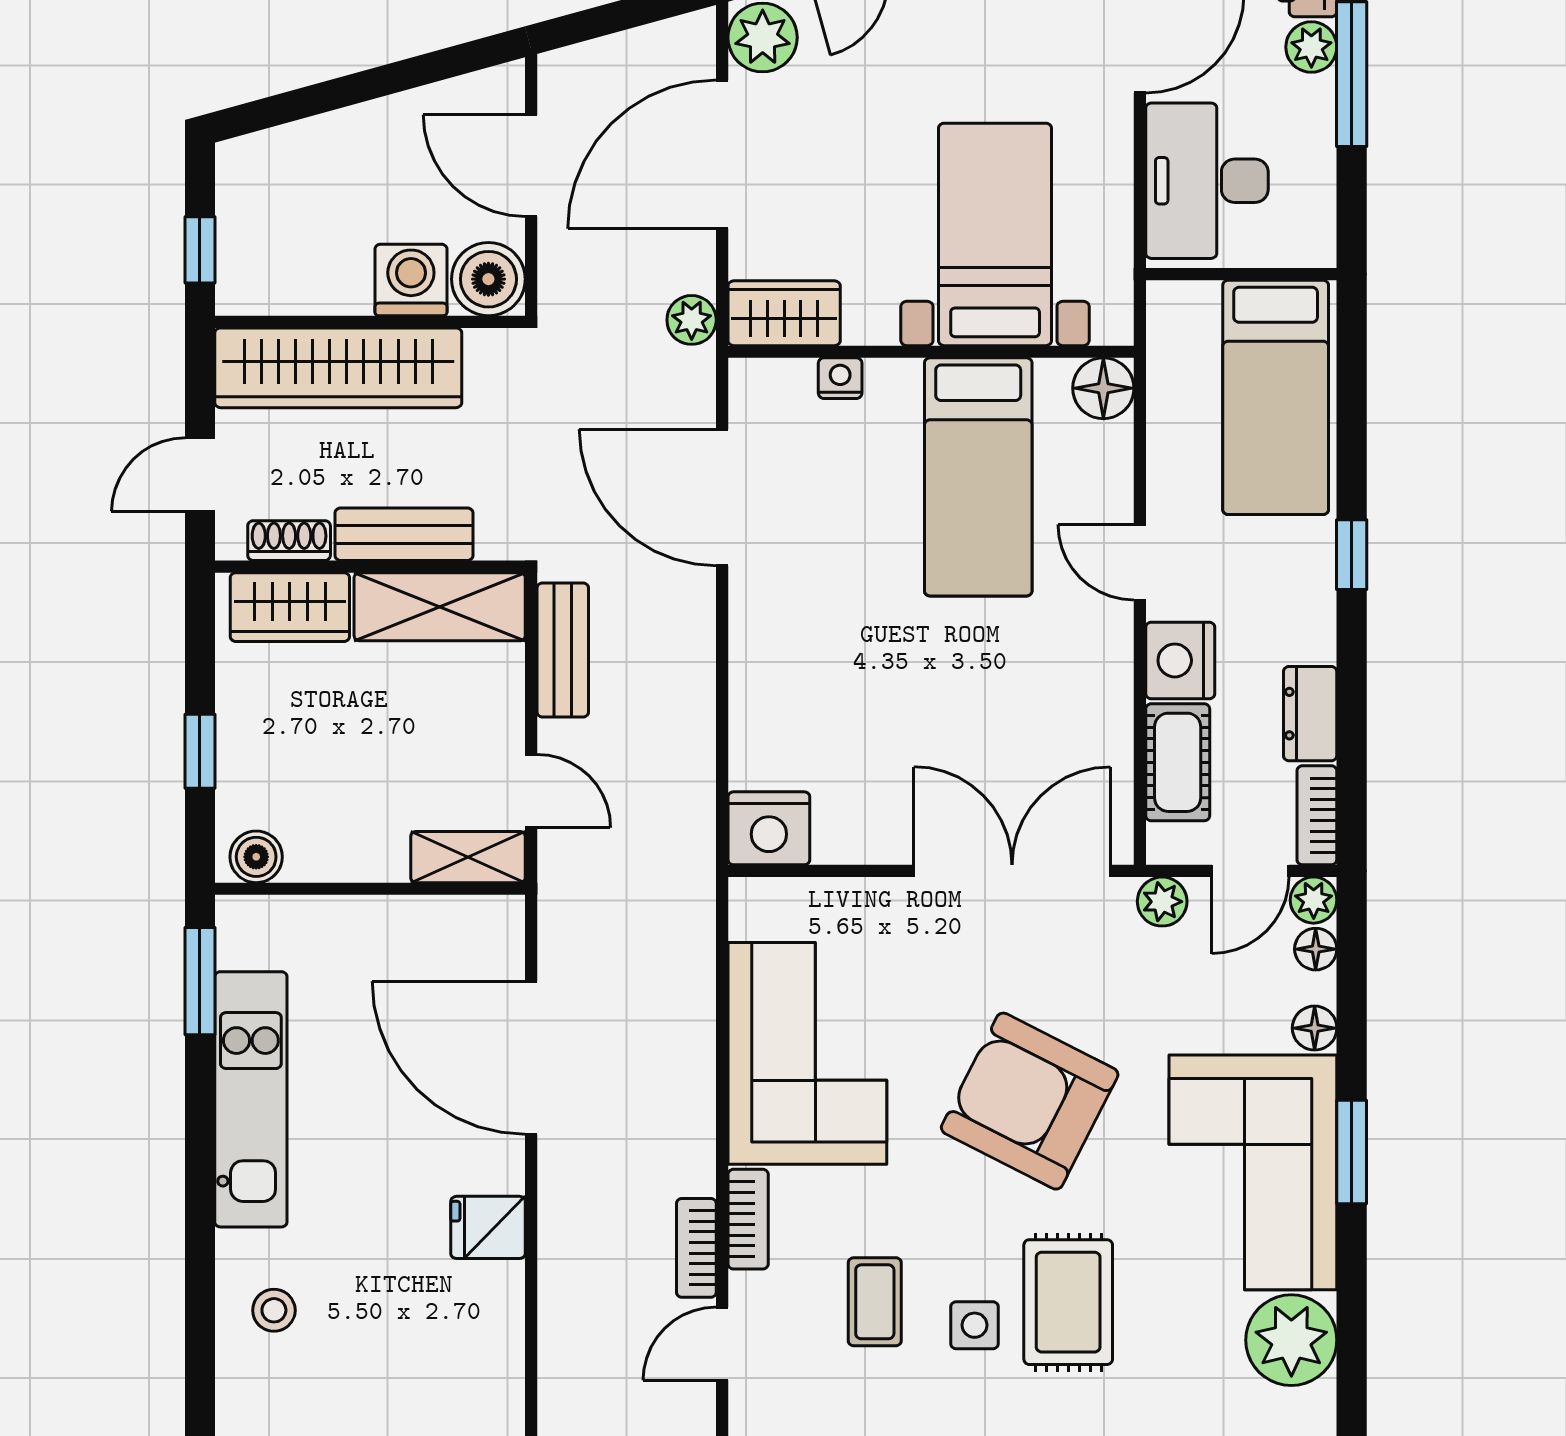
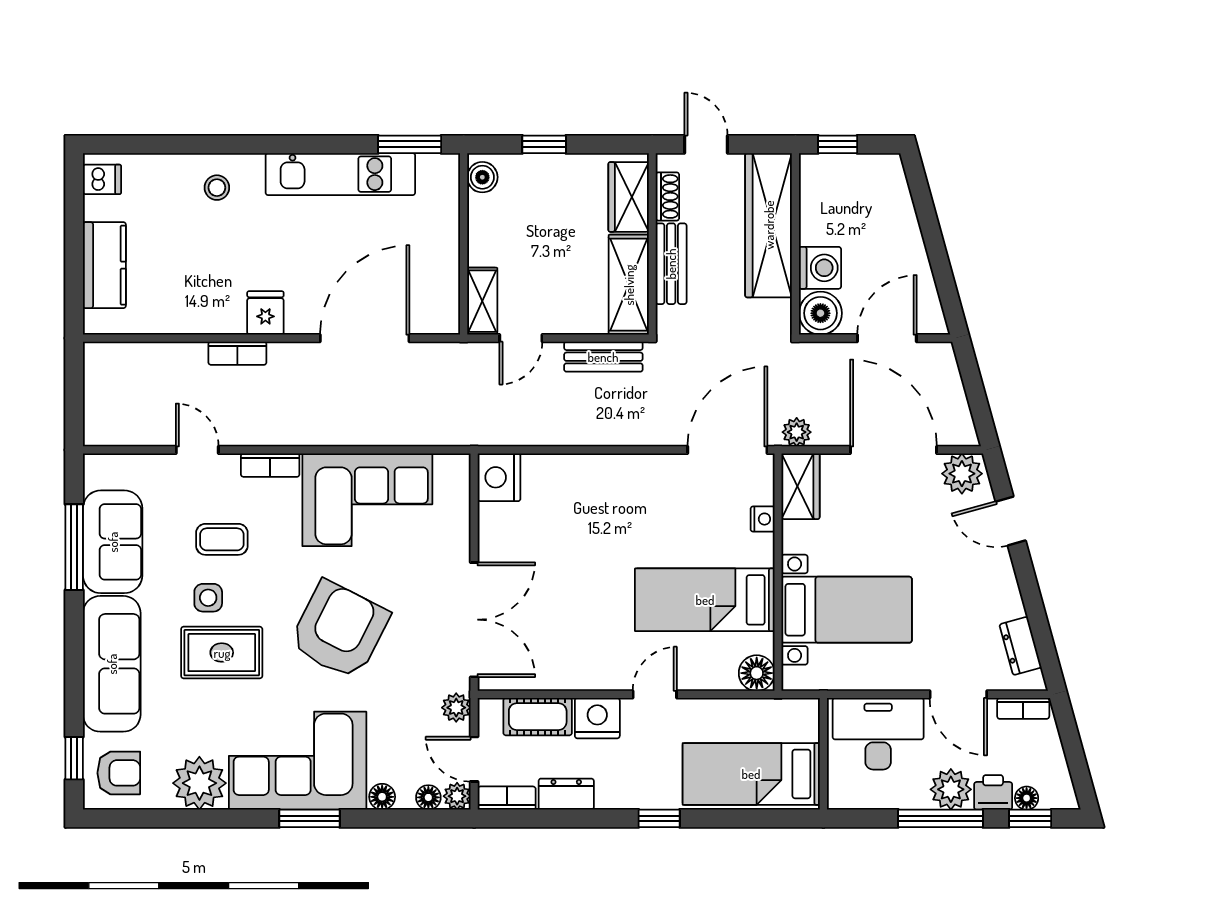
plant: (1311, 47) -> (951, 789), width x1.38, depth x1.38
door: (722, 498) -> (727, 450), moved
bookcase: (696, 1248) -> (237, 353), moved, turned 180

